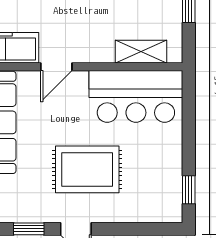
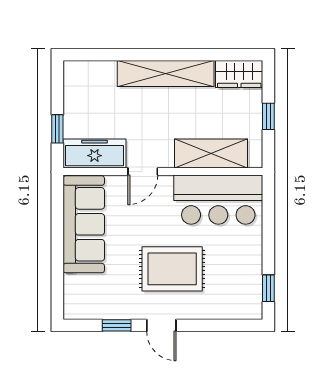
shelving: (141, 52) -> (211, 154), width x1.50, depth x1.33

